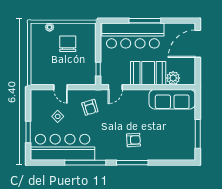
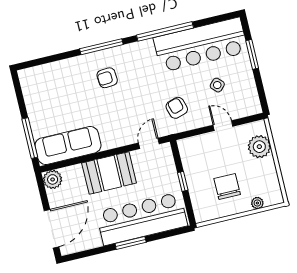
window: (145, 21) -> (131, 243), width x0.69
chair: (68, 44) -> (227, 187), turned 180
plant: (39, 66) -> (259, 147), added
window: (98, 69) -> (183, 181), moved
plant: (173, 78) -> (53, 179), moved
window: (198, 134) -> (30, 138), moved

